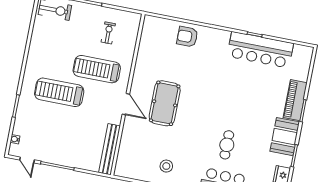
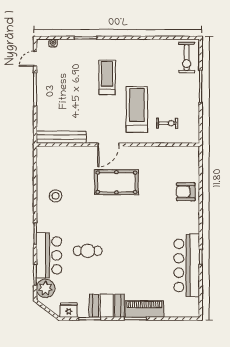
exercise bike: (108, 33) -> (167, 123), moved
armchair: (187, 37) -> (186, 192), turned -90
treadmill: (59, 92) -> (107, 77), width x0.73, depth x0.73

